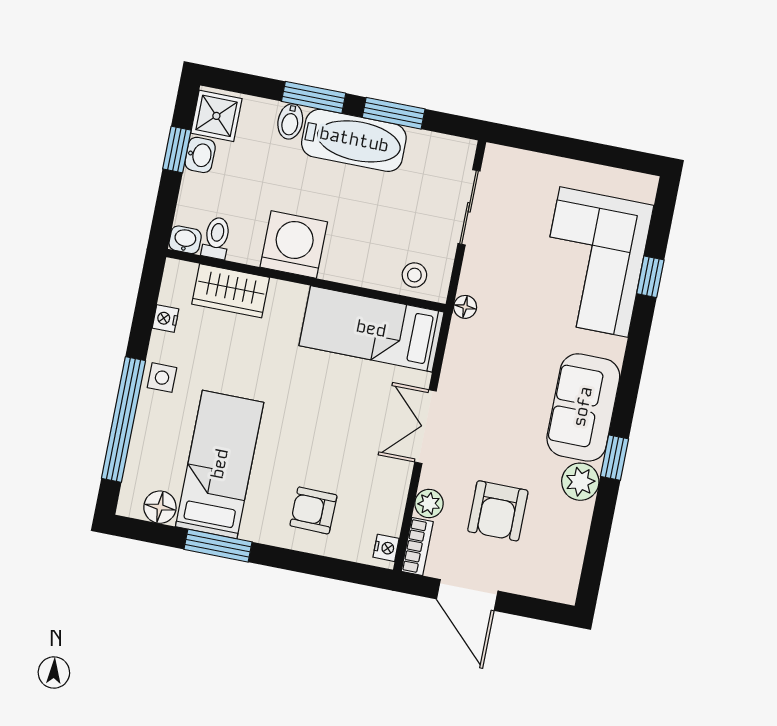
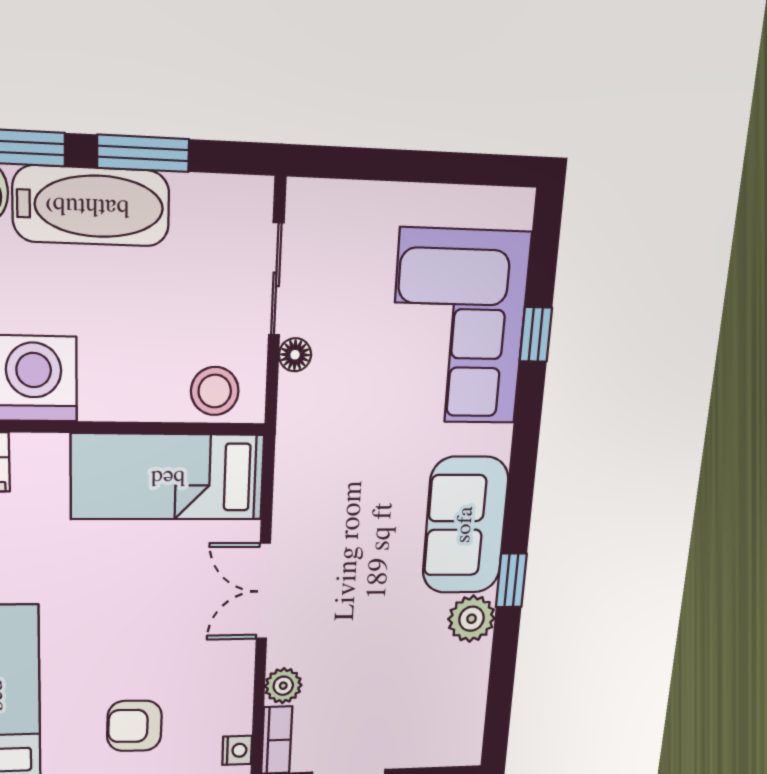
stool: (414, 275) -> (215, 391), width x1.37, depth x1.37
floor lamp: (465, 307) -> (295, 355), moved
armchair: (498, 511) -> (372, 676), removed

